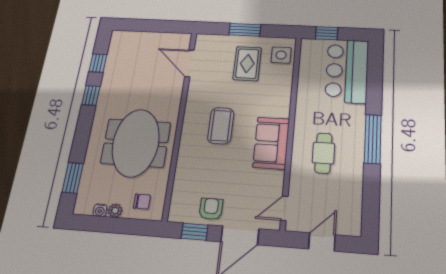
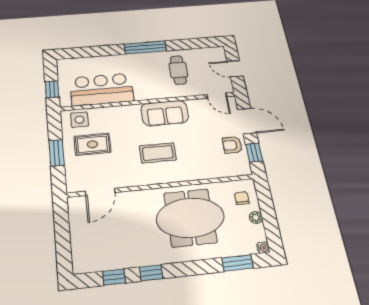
bar counter: (347, 71) -> (102, 89), moved, turned 180
cafe table: (323, 153) -> (178, 70), moved, turned 90
water cooler: (100, 210) -> (263, 248), moved

